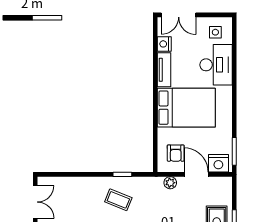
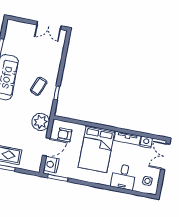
desk: (216, 65) -> (123, 177), width x0.73
plant: (170, 183) -> (41, 122), width x1.87, depth x1.87

